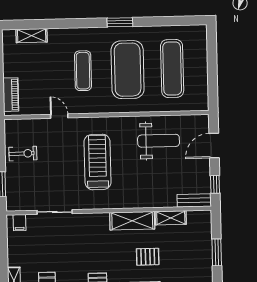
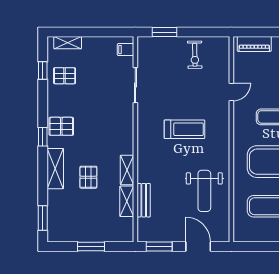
treadmill: (98, 162) -> (184, 129), width x0.73, depth x0.73
window: (215, 184) -> (159, 246), width x1.50
bench: (194, 200) -> (144, 200), moved
shelving: (132, 221) -> (127, 170), width x0.67, depth x0.75

